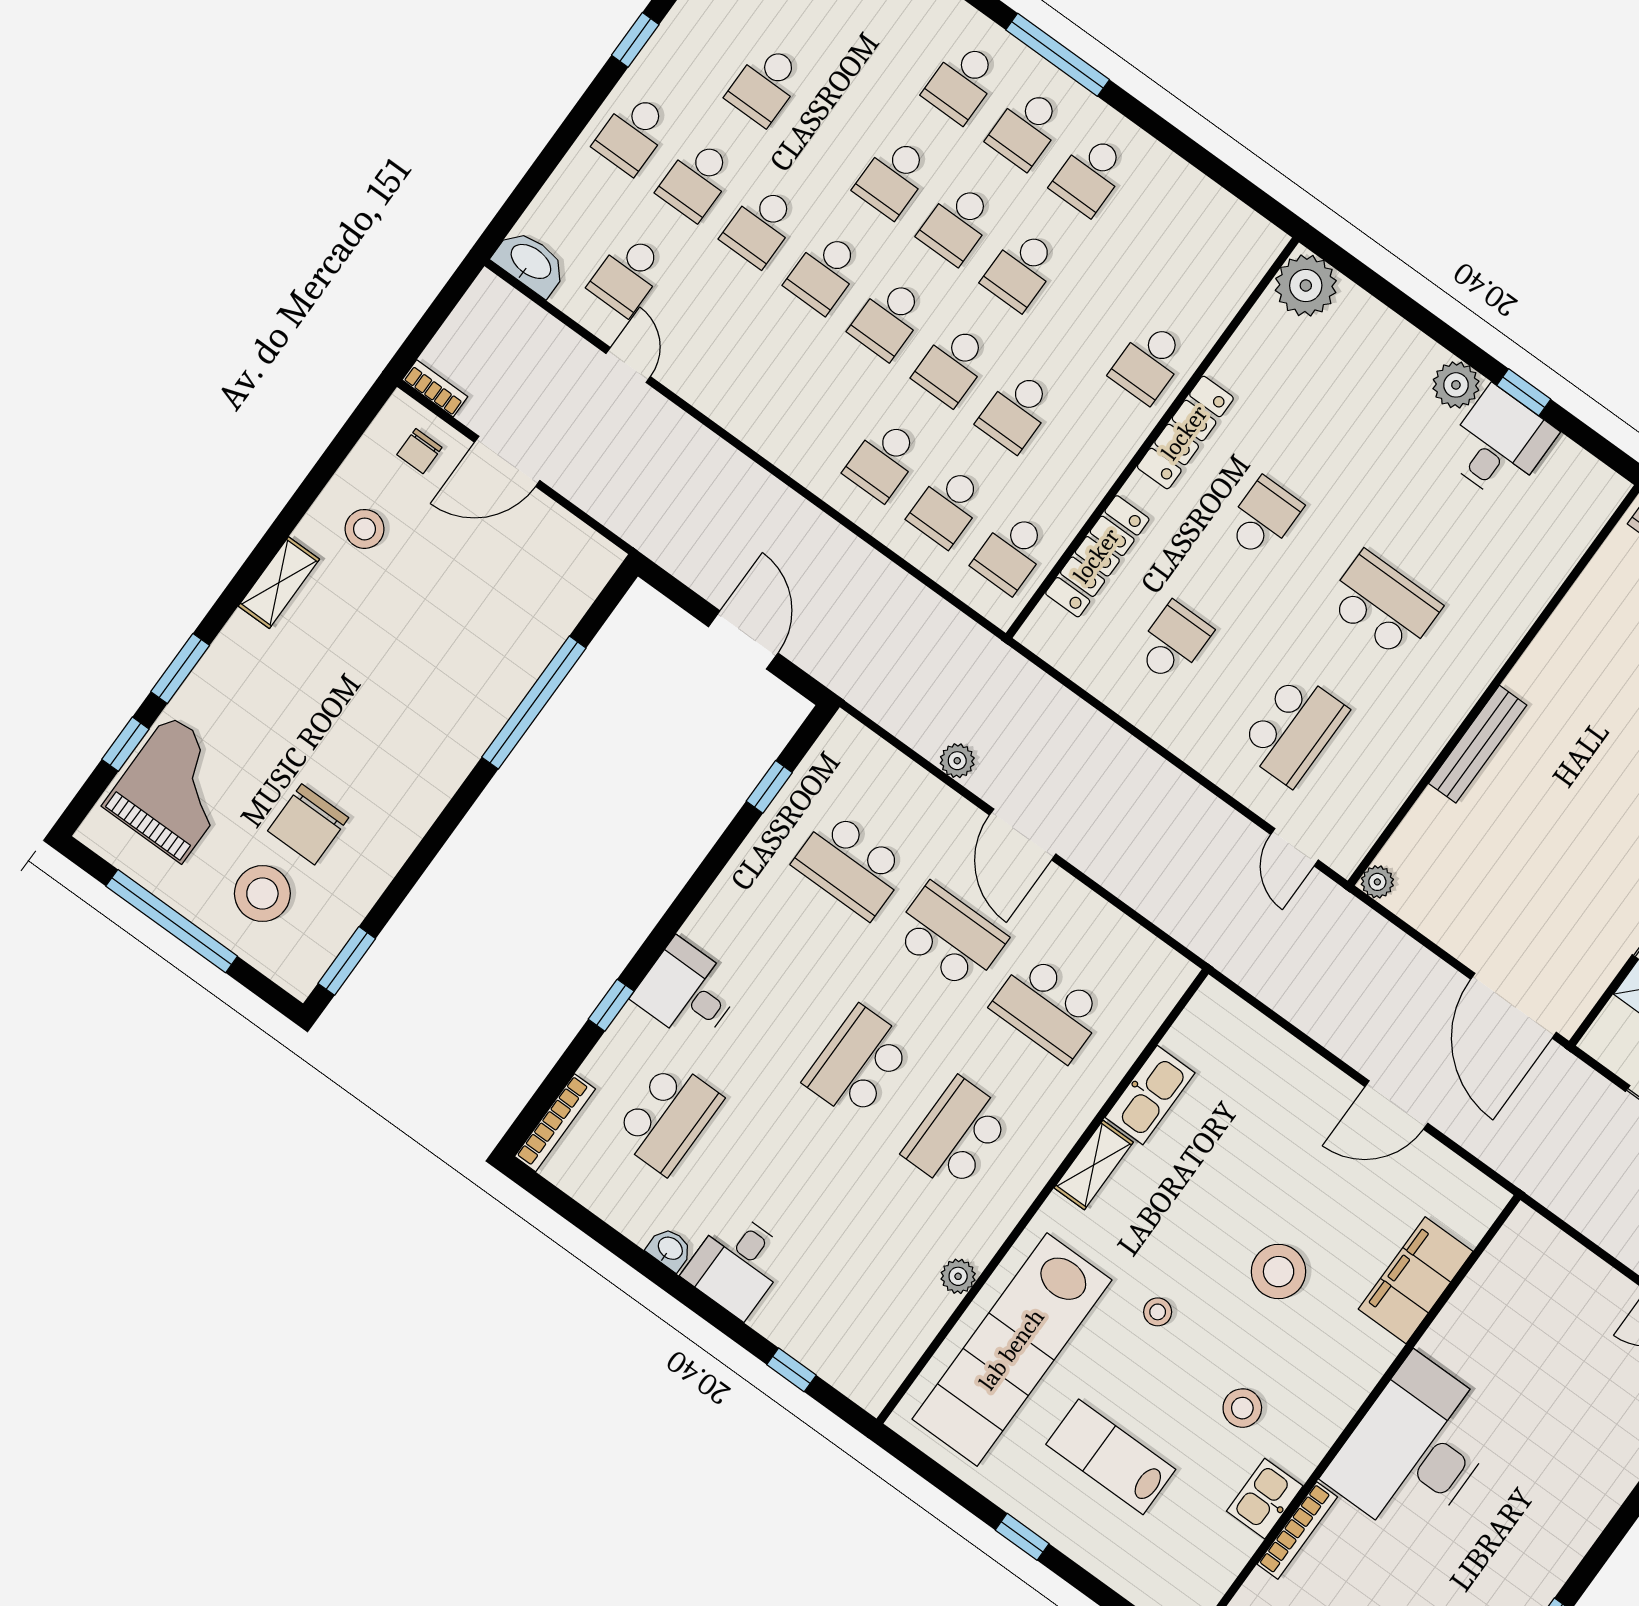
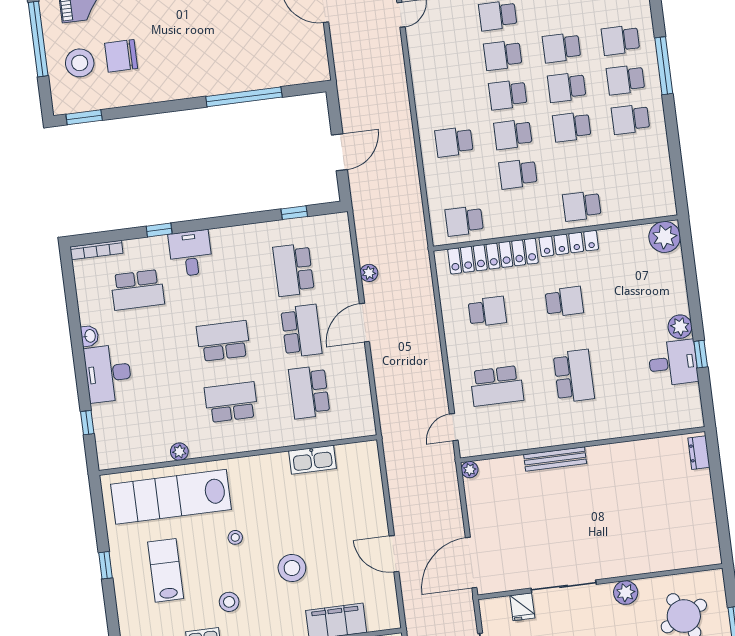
school desk: (947, 507) -> (459, 181), removed
locker: (1097, 556) -> (493, 256), width x1.41, depth x1.21
shelving: (1094, 1165) -> (267, 463), removed
desk: (737, 1264) -> (108, 373), width x1.37

